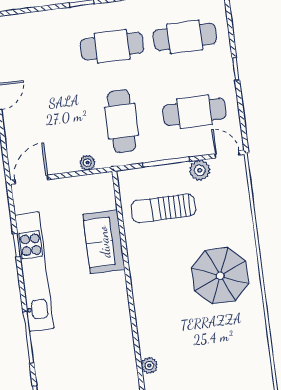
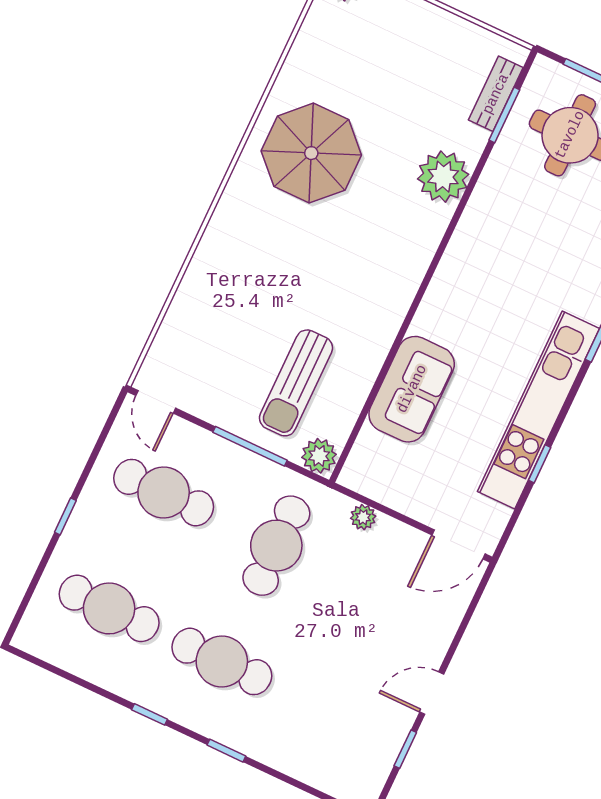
plant: (200, 170) -> (319, 456), moved
sun lounger: (163, 208) -> (296, 383), turned 90
parasol: (220, 276) -> (311, 153), moved
plant: (149, 365) -> (443, 177), width x1.88, depth x1.88

